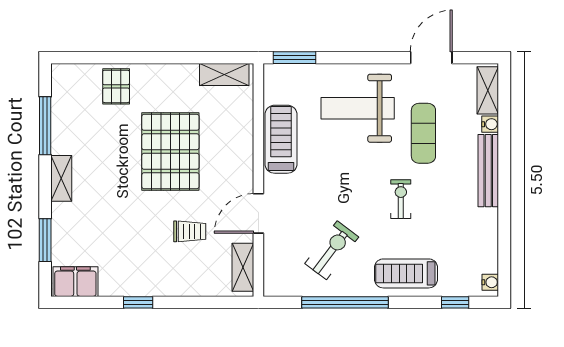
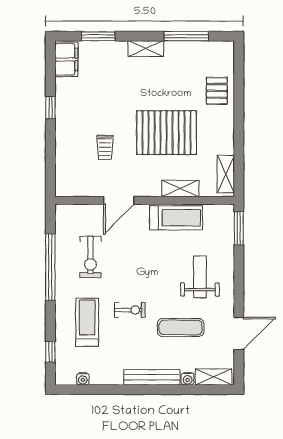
door: (431, 58) -> (239, 334), hinge flipped
pallet: (116, 86) -> (217, 91), turned 90
weight bench: (358, 108) -> (200, 277), width x0.73, depth x0.75
door: (258, 213) -> (119, 200), swing flipped
exercise bike: (332, 250) -> (90, 257), turned 53
shelving: (243, 267) -> (180, 188), moved
treadmill: (406, 273) -> (87, 322), moved
water cooler: (490, 282) -> (83, 379), moved

